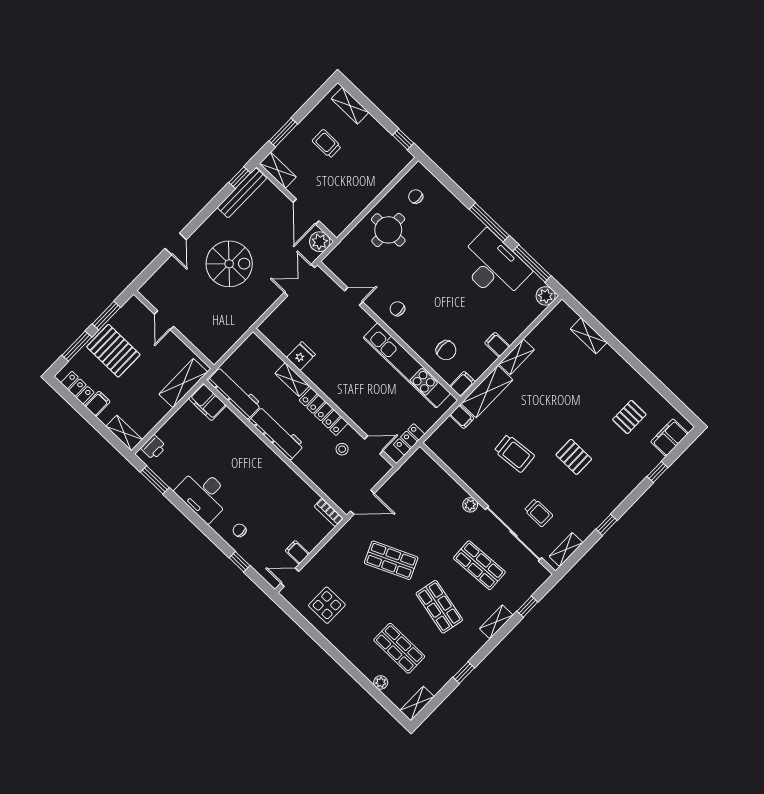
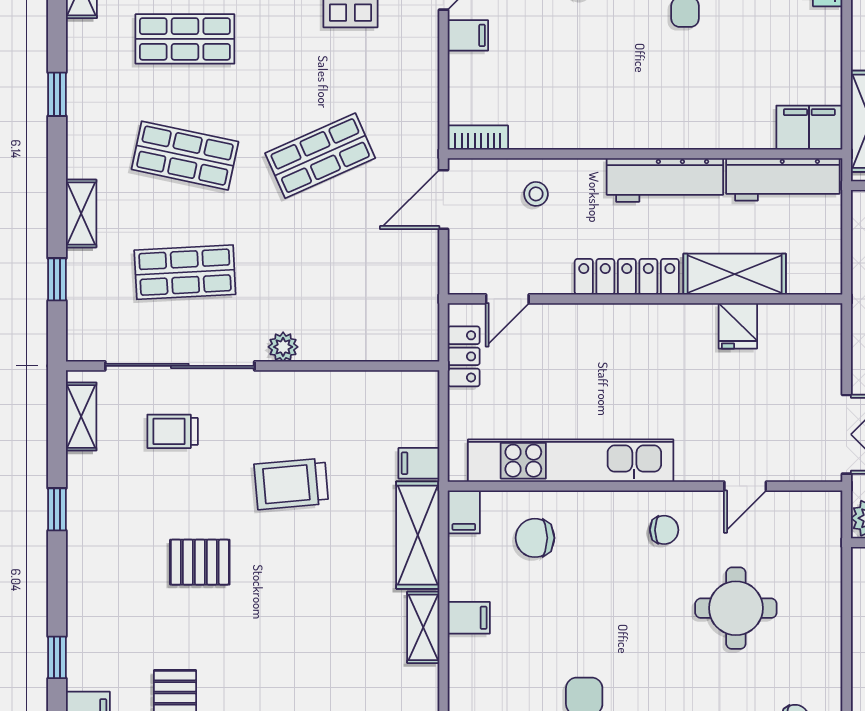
round table: (388, 230) -> (736, 608), moved
shelving: (292, 380) -> (735, 274), width x1.50, depth x1.33
stool: (342, 449) -> (536, 194), moved

